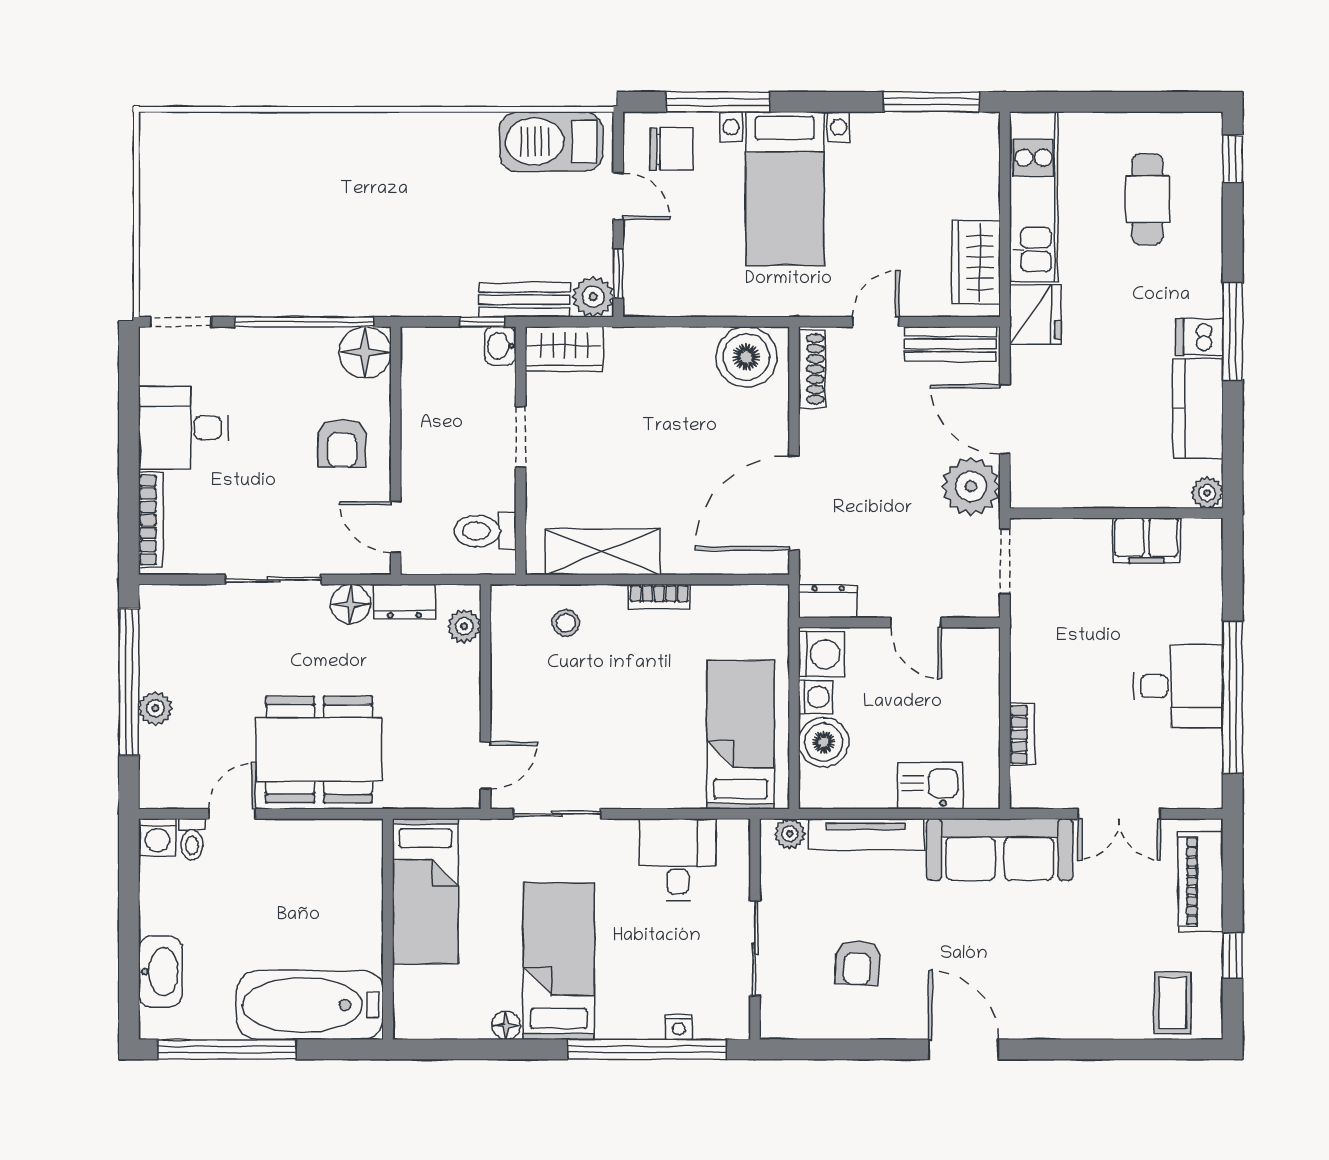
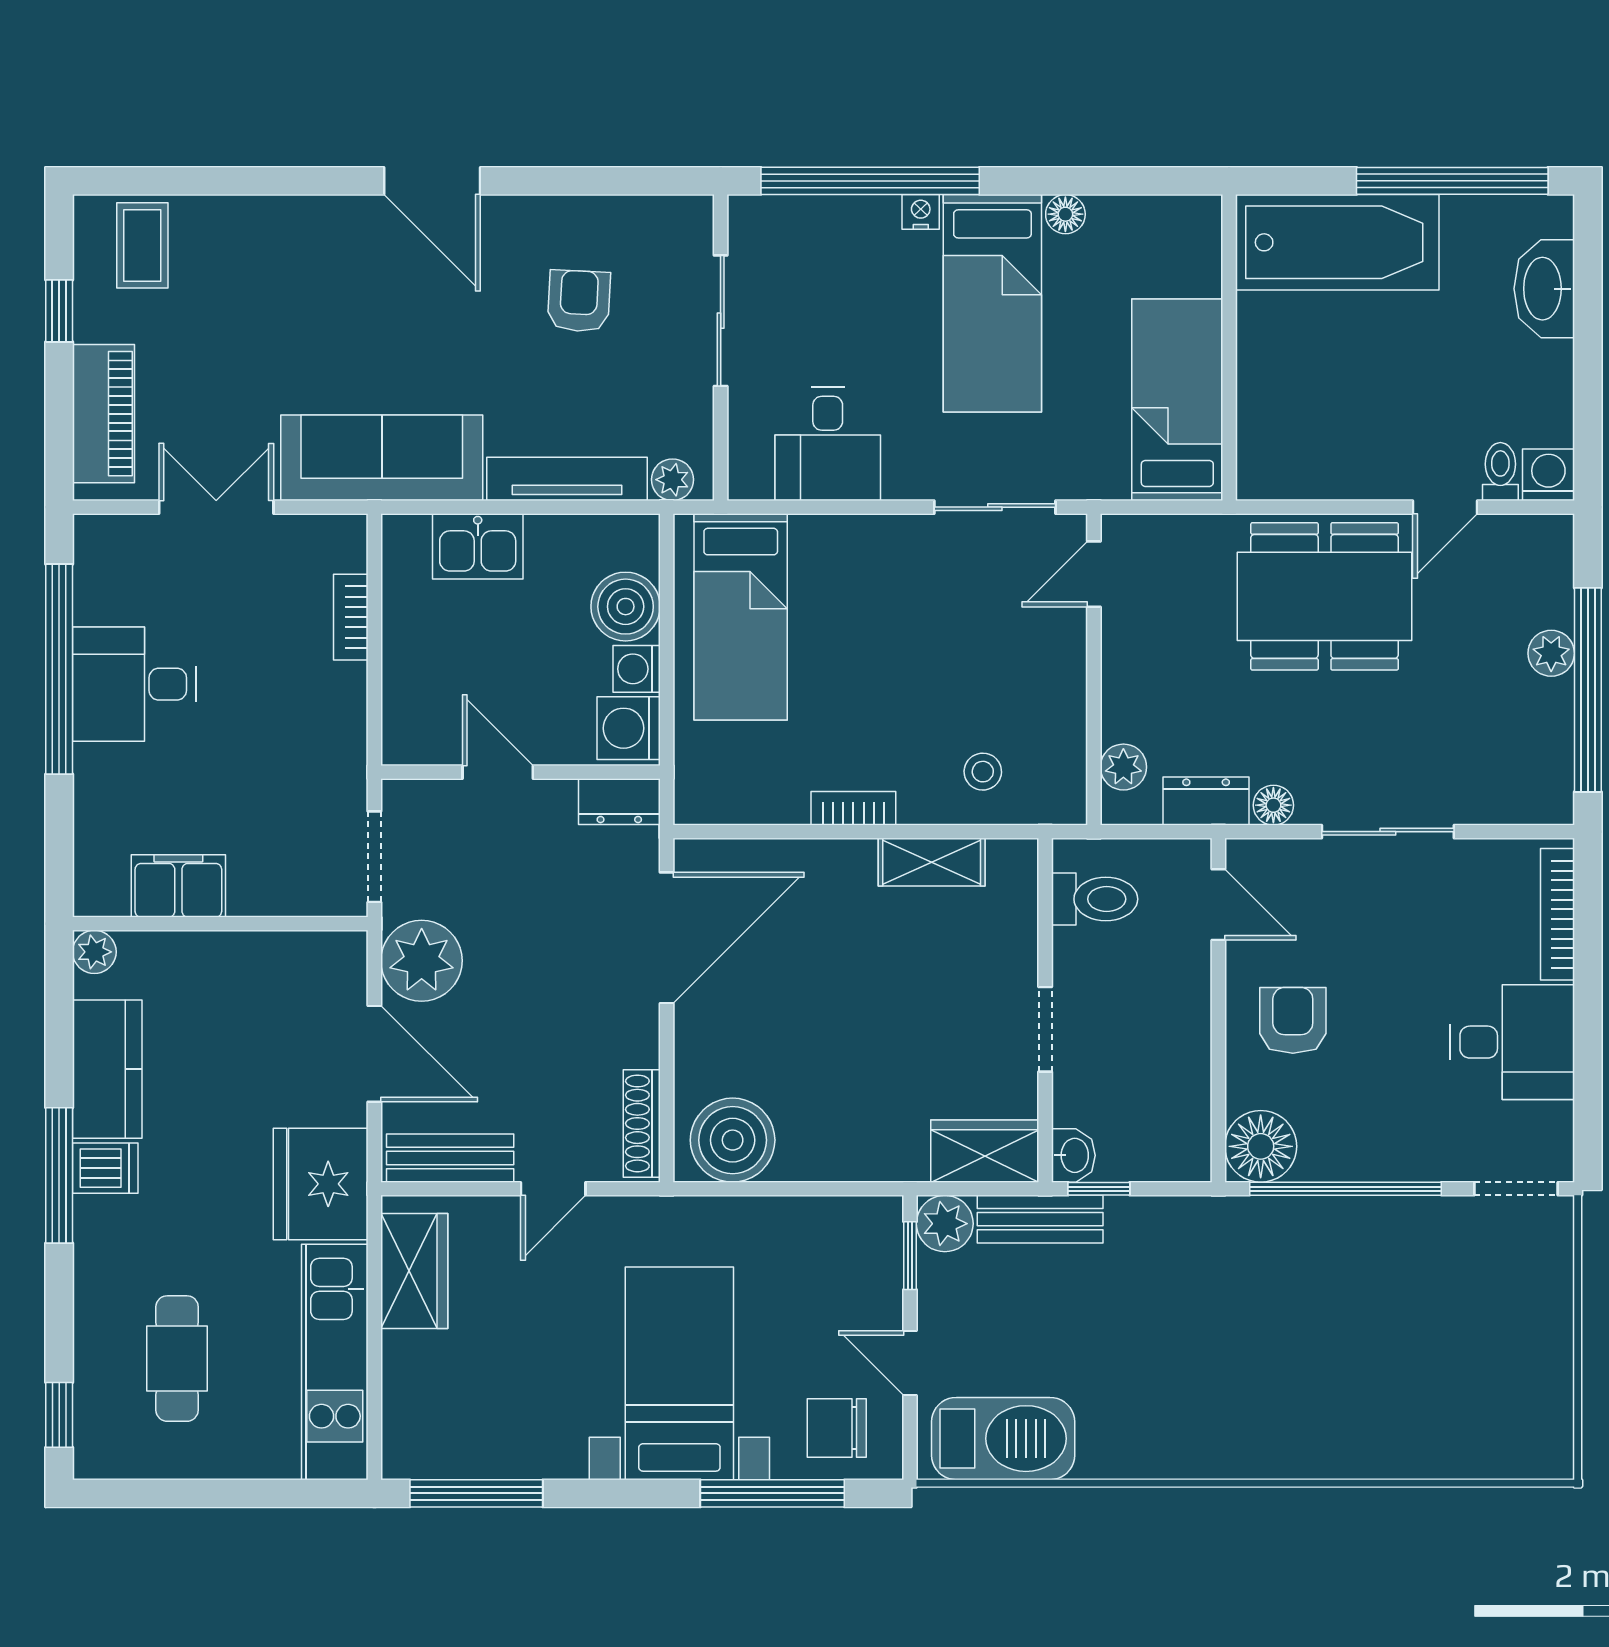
fridge: (1035, 315) -> (321, 1184), width x1.36, depth x1.34
shelving: (603, 552) -> (932, 862), width x0.67, depth x0.75
floor lamp: (351, 604) -> (1273, 805), width x0.73, depth x0.73
nightstand: (679, 1027) -> (921, 212), moved

